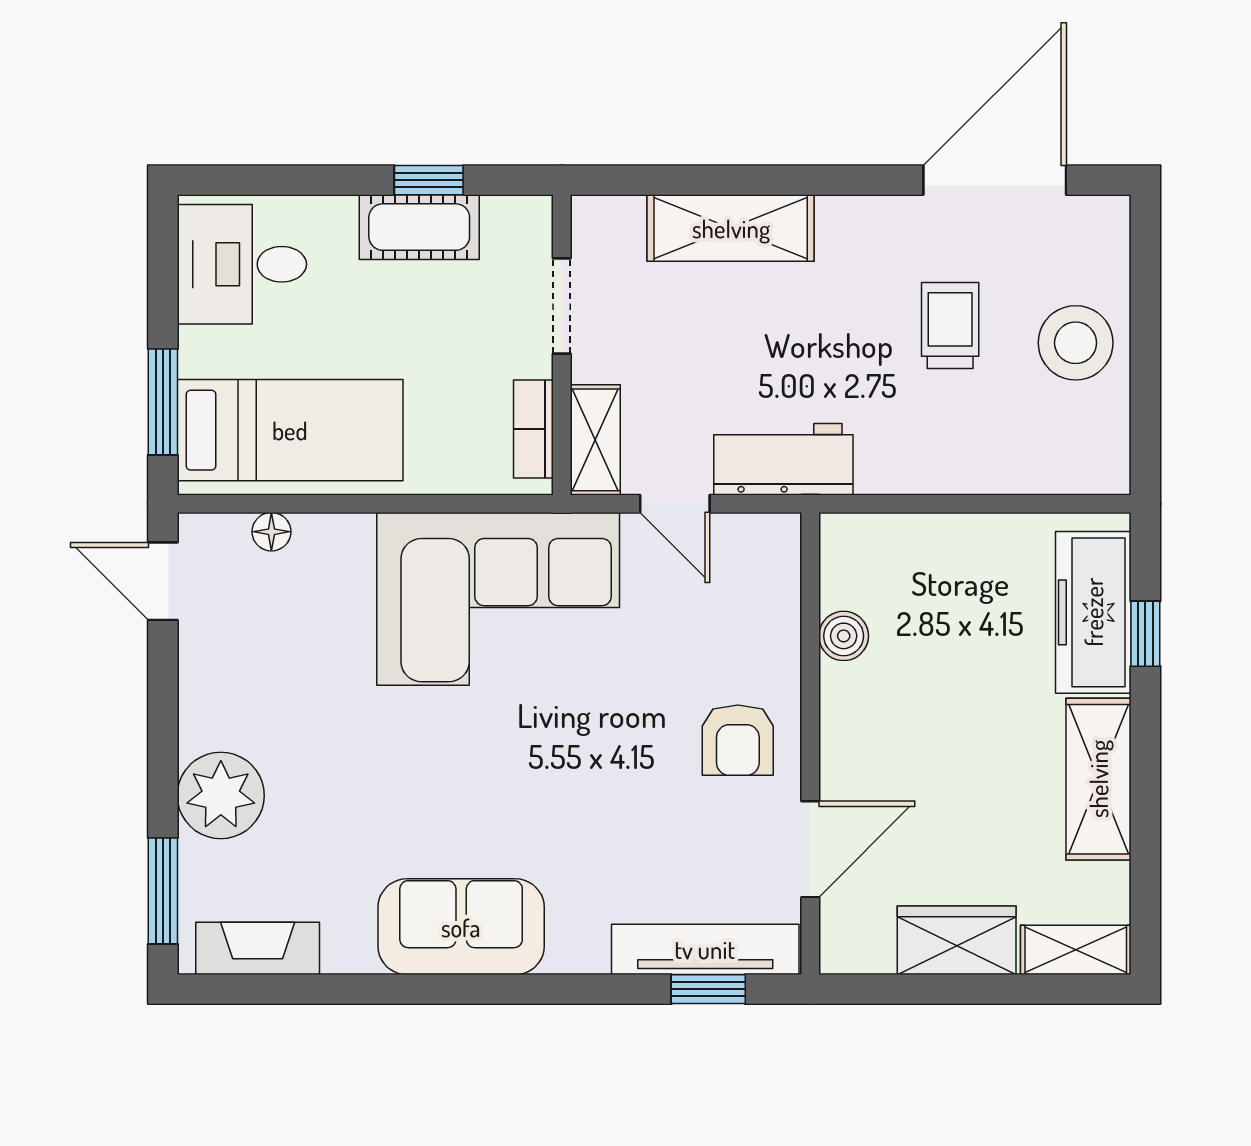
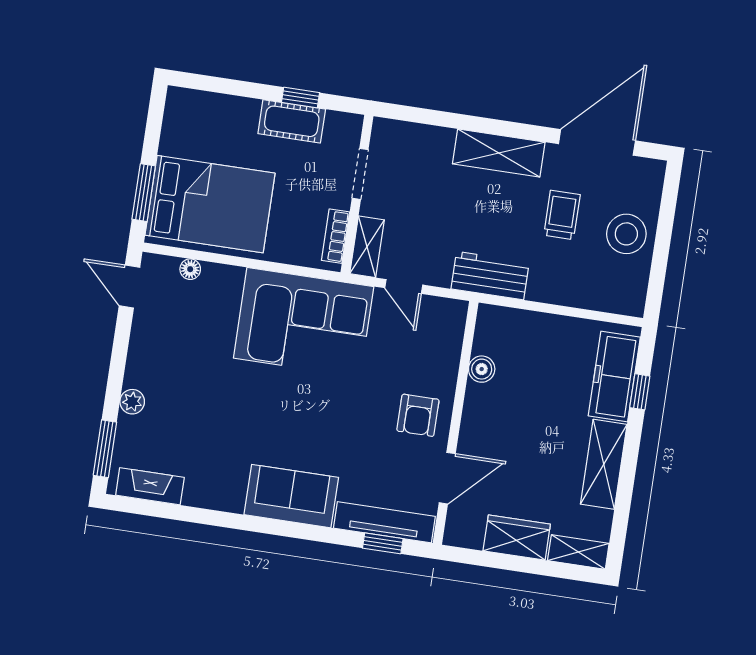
shelving: (731, 228) -> (499, 153), moved
desk: (242, 264) -> (196, 127), removed
bed: (290, 430) -> (210, 204), width x1.50
workbench: (783, 459) -> (490, 276), moved
plant: (221, 795) -> (132, 402), width x0.53, depth x0.53
sofa: (461, 927) -> (291, 496), moved

